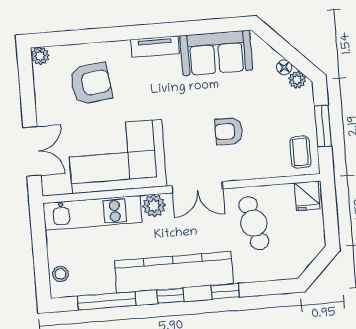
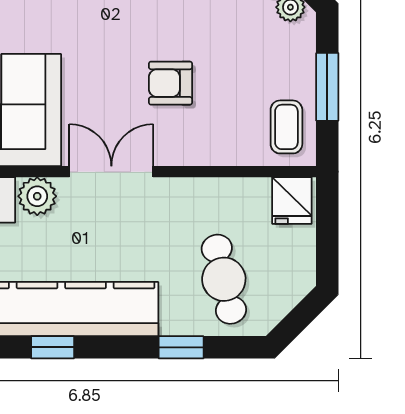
double door: (197, 187) -> (111, 172), swing flipped
cafe table: (254, 223) -> (224, 279), moved
window: (225, 291) -> (181, 347), moved

